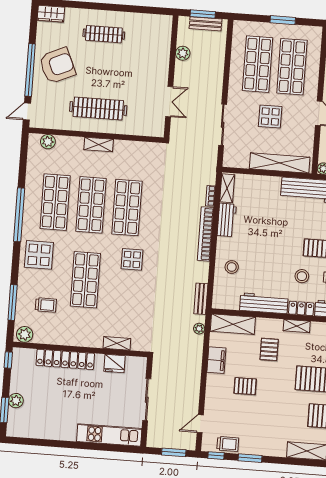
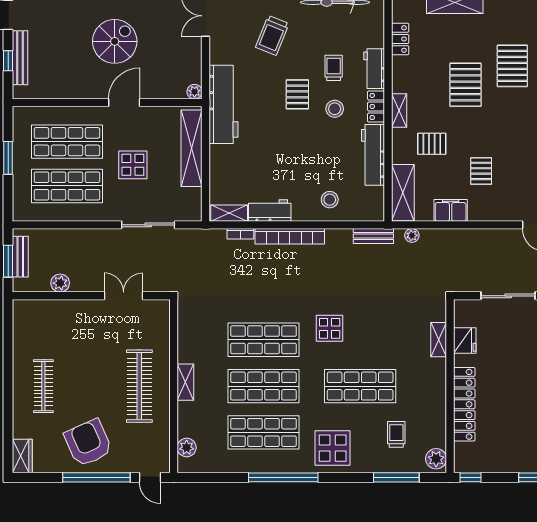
plant: (16, 401) -> (522, 464), removed

